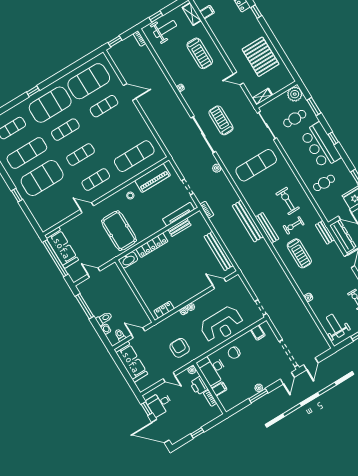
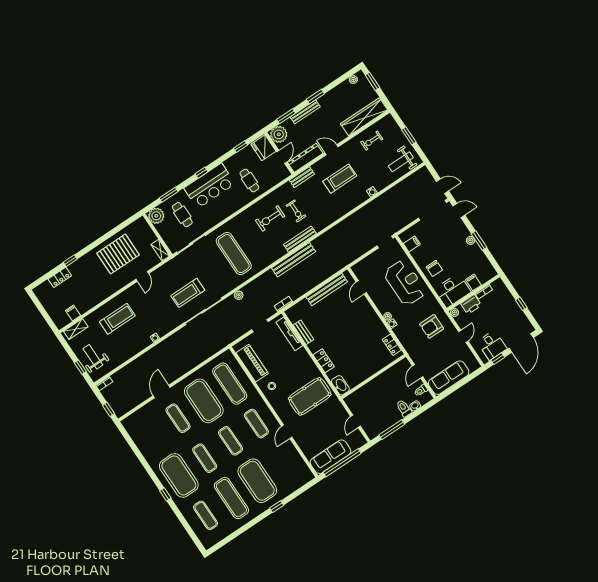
exercise mat: (89, 81) -> (204, 401), moved
locker: (152, 245) -> (324, 361), width x0.66
treadmill: (299, 253) -> (340, 179), moved

